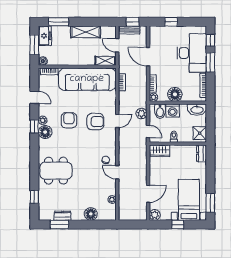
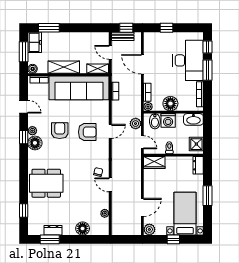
shelving: (86, 32) -> (64, 67), moved
window: (210, 203) -> (207, 196), moved

